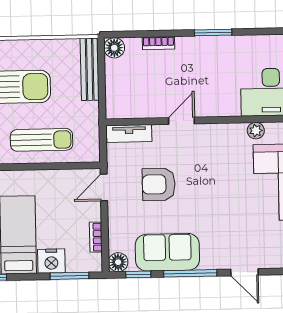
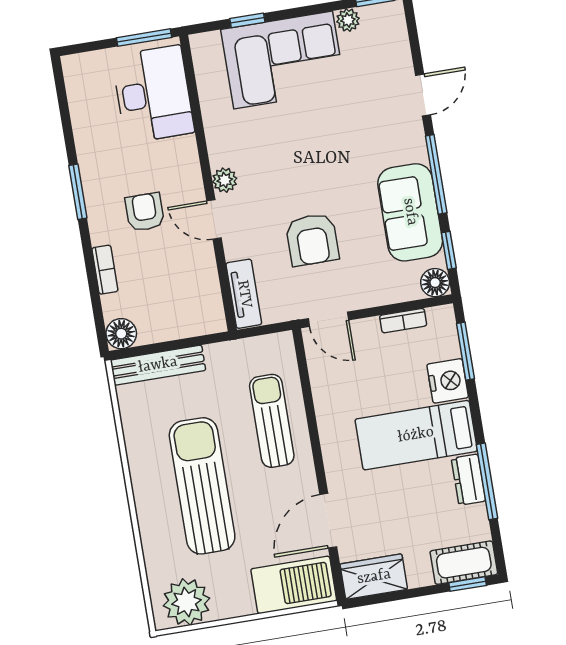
armchair: (193, 75) -> (145, 212), added
plant: (256, 131) -> (225, 180), moved

